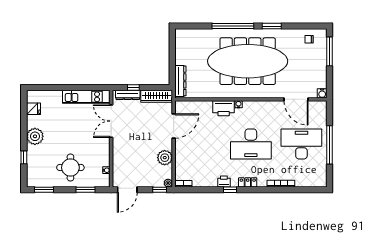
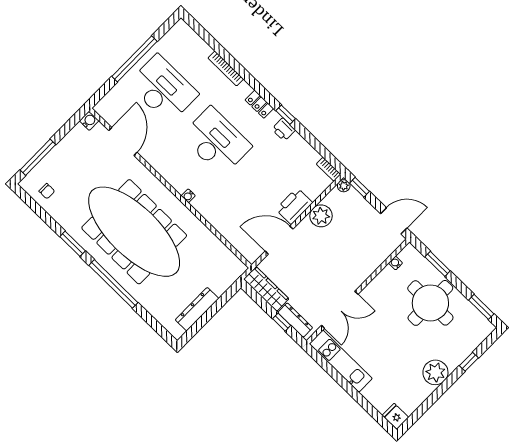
dresser: (180, 81) -> (197, 309), moved
printer: (224, 108) -> (294, 206), moved, turned -90
fridge: (33, 109) -> (395, 416), moved
desk: (301, 144) -> (163, 89), turned 180
round table: (70, 168) -> (430, 303), width x1.36, depth x1.36

